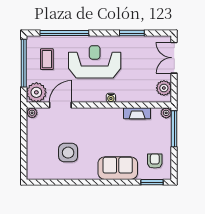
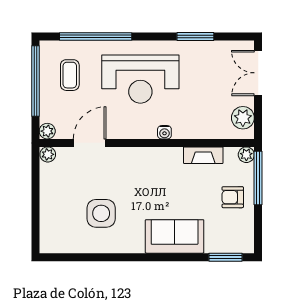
reception desk: (95, 62) -> (140, 79), turned 180
plant: (36, 92) -> (47, 131), width x0.53, depth x0.53
armchair: (155, 161) -> (233, 197), moved, turned -90

